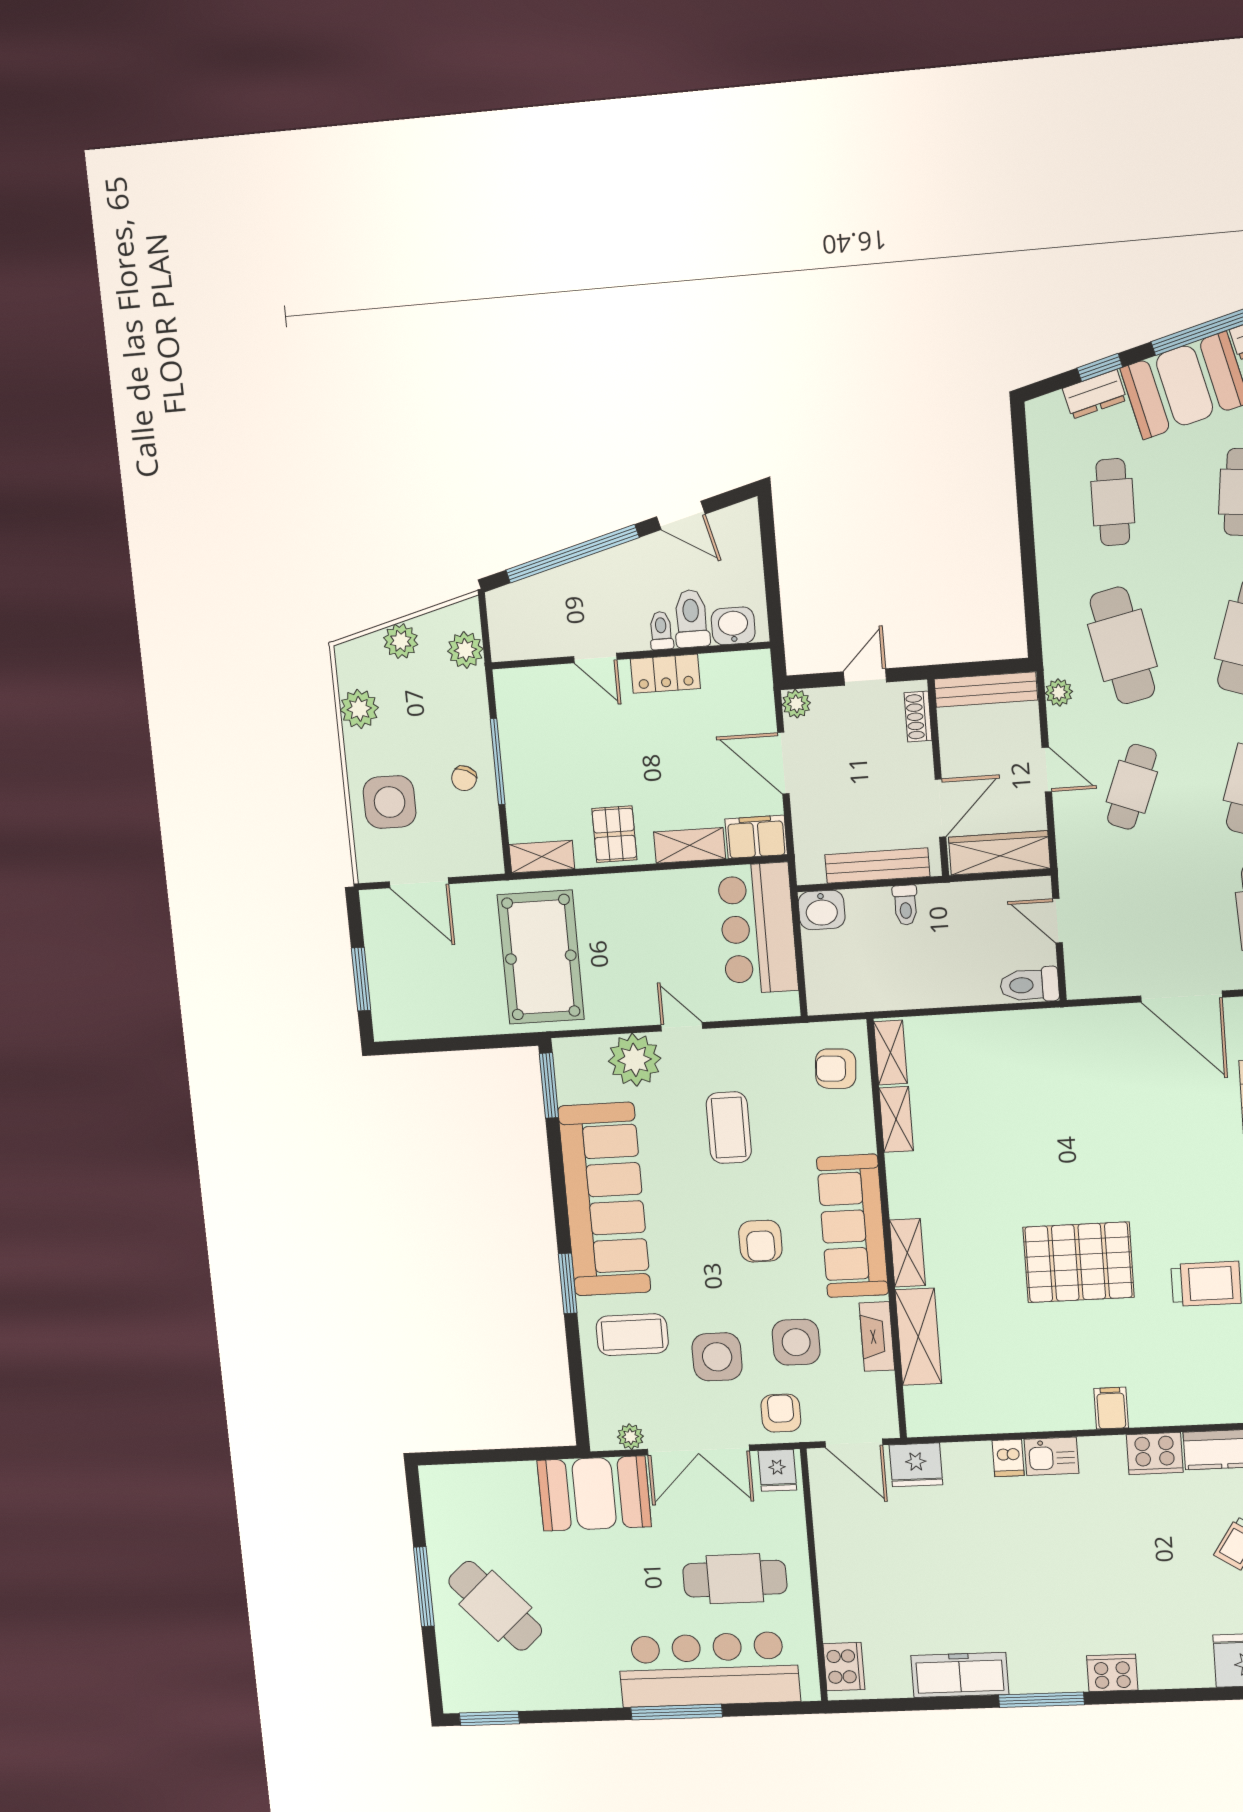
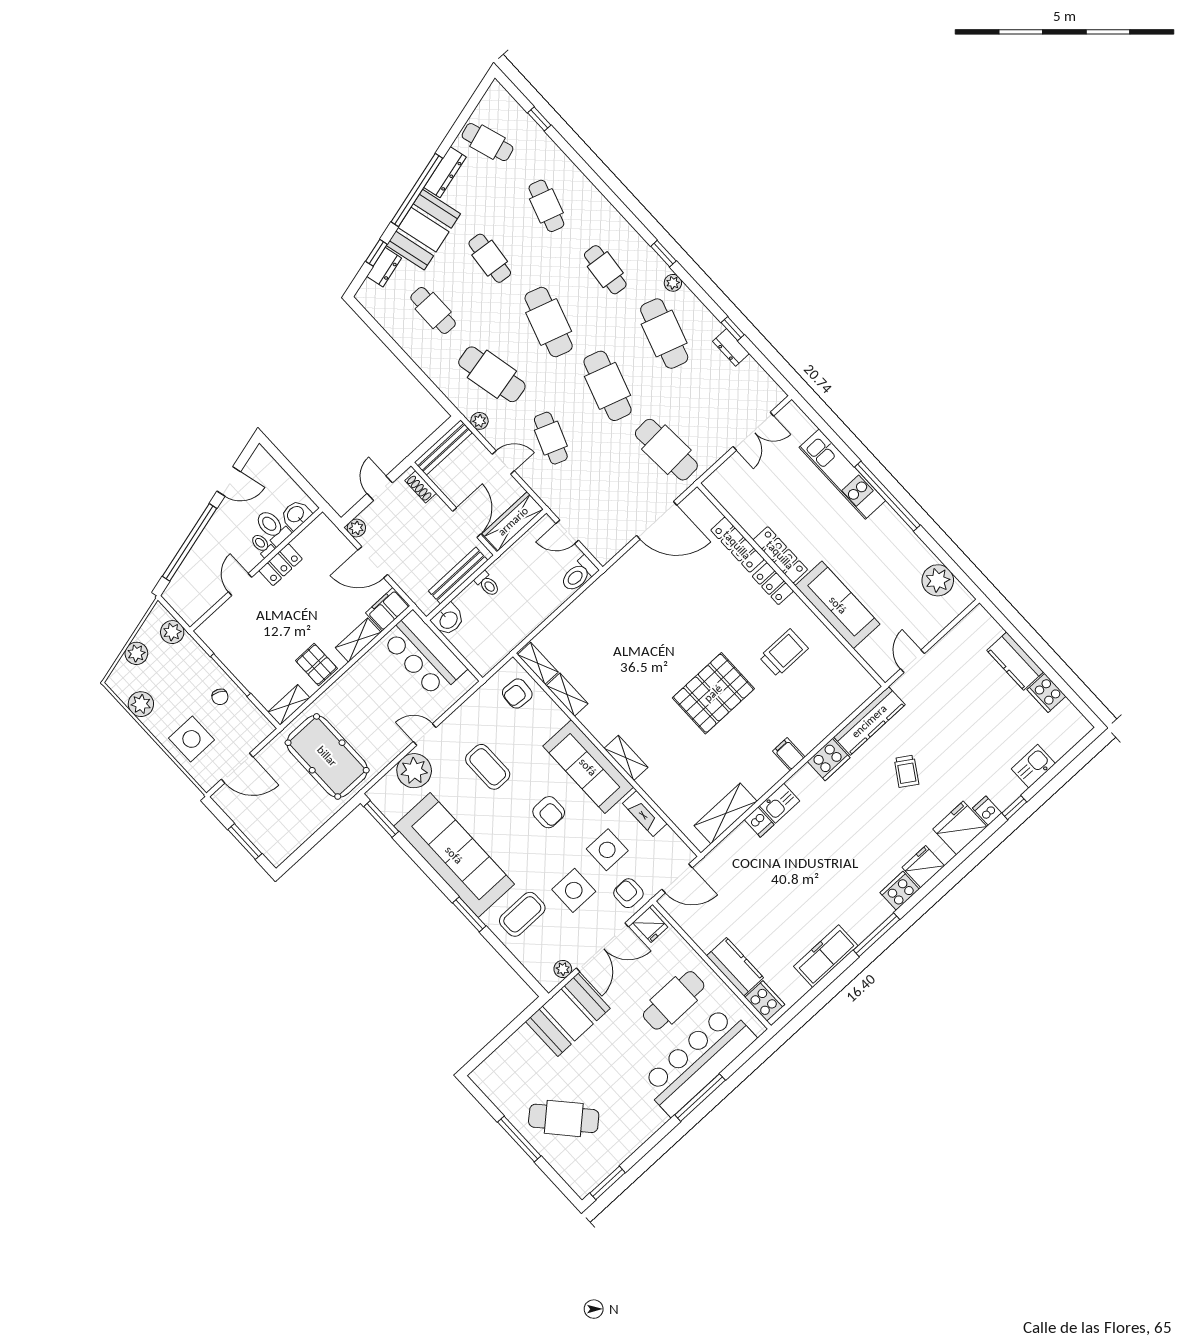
door: (595, 658) -> (240, 585), swing flipped
shelving: (918, 1337) -> (726, 814), moved, turned 90
fridge: (916, 1465) -> (923, 867), moved, turned 180
kitchen counter: (840, 1600) -> (735, 967), added

